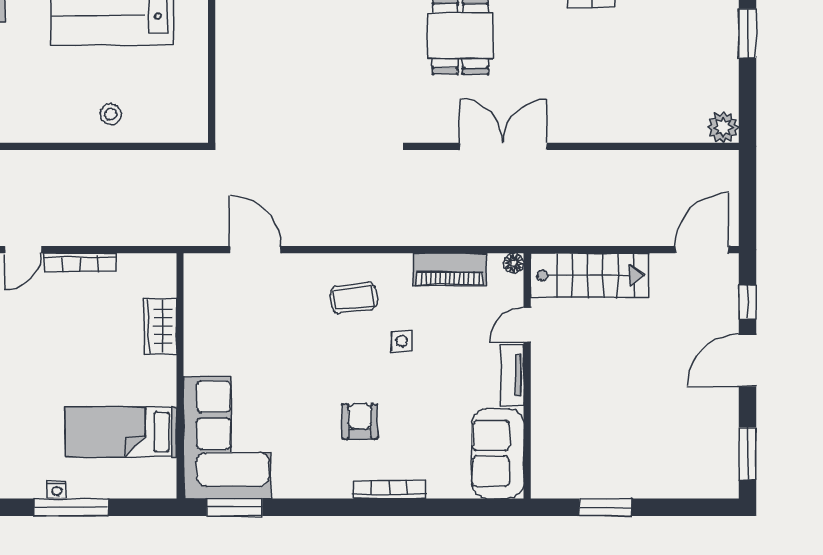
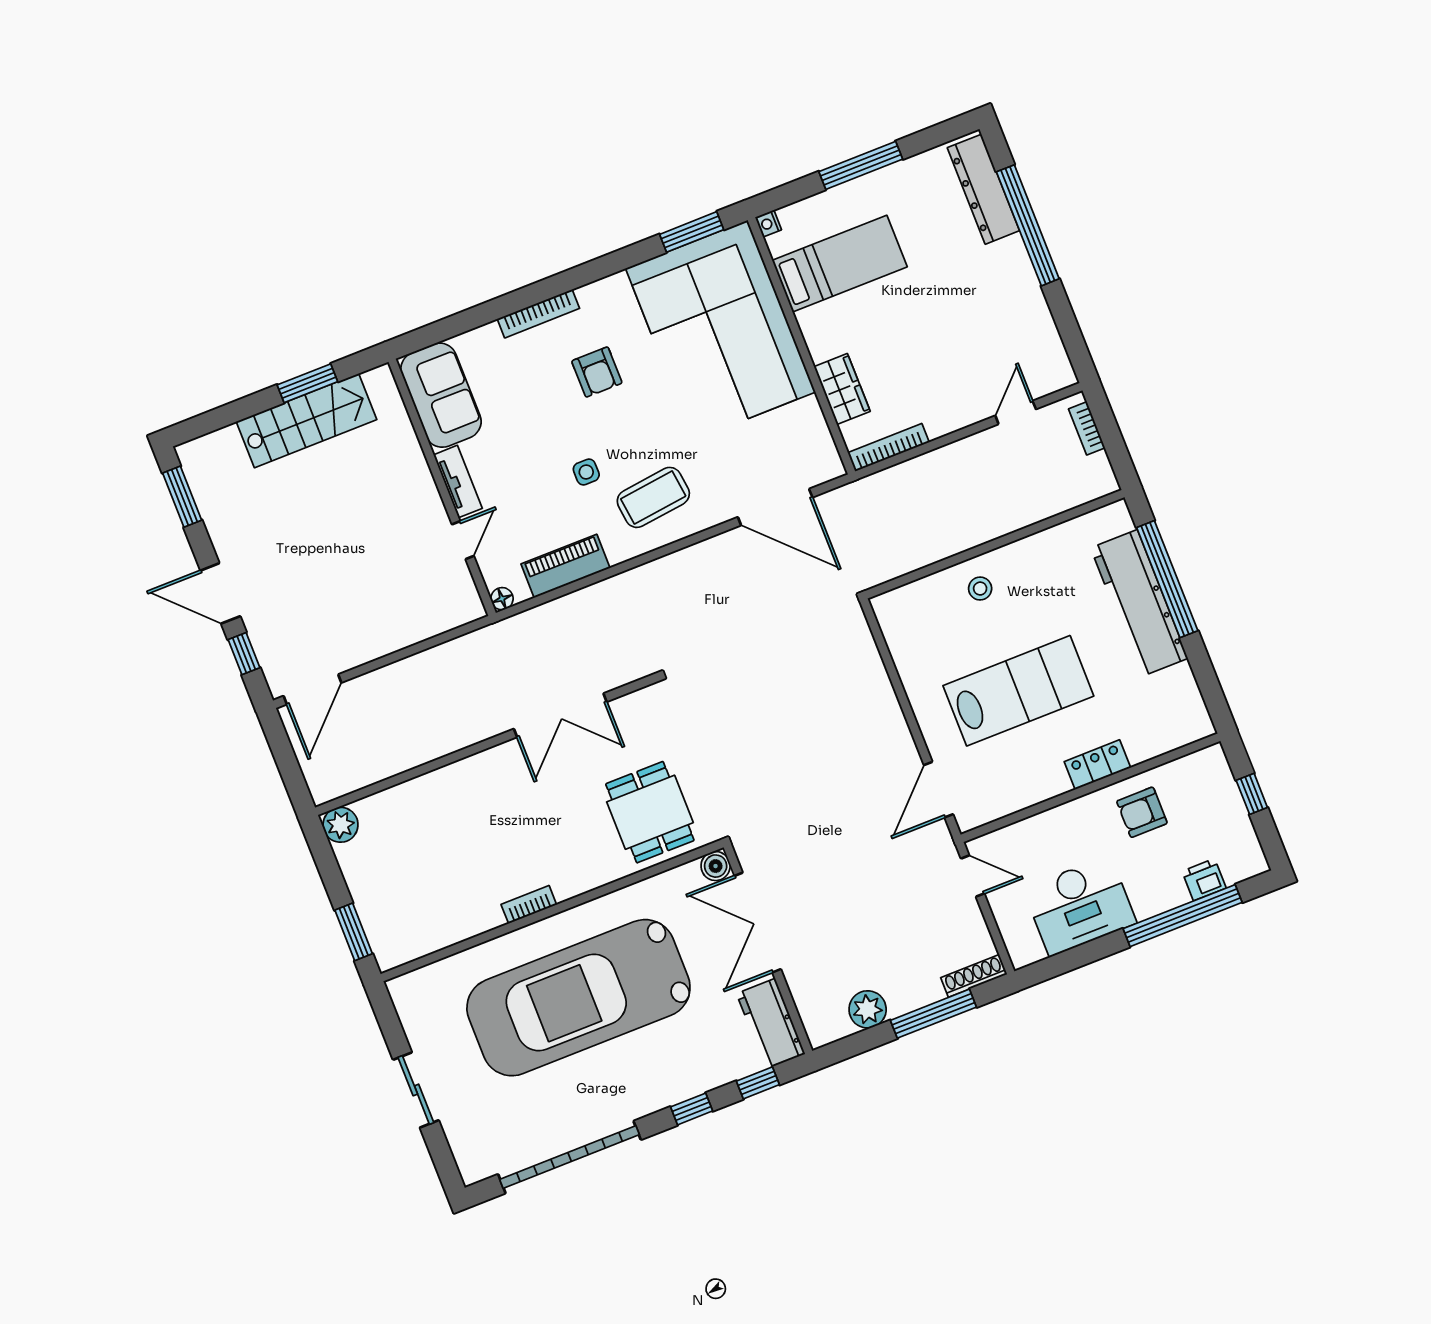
door: (255, 250) -> (775, 507), width x1.36
bookcase: (80, 262) -> (888, 447), moved
stairs: (590, 275) -> (307, 421), moved, turned 180
coffee table: (354, 298) -> (653, 497), width x1.36, depth x1.30
door: (747, 360) -> (220, 593), swing flipped
corner sofa: (227, 438) -> (720, 330), width x1.36, depth x1.36
nightstand: (57, 490) -> (768, 224), moved, turned -90

